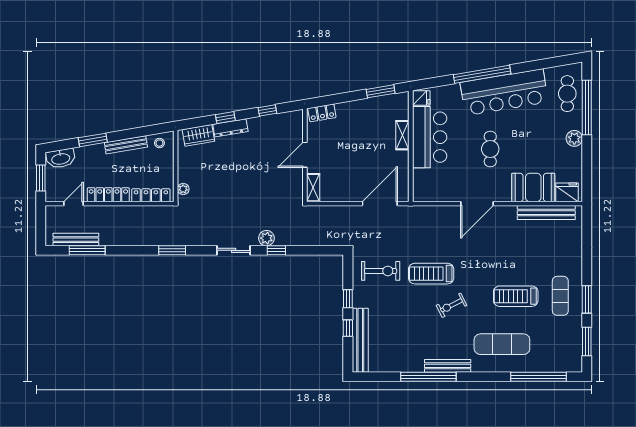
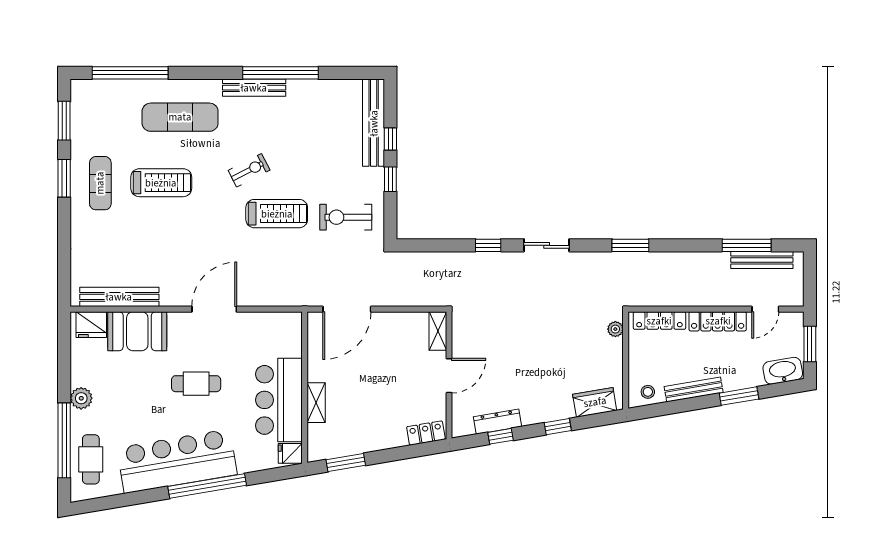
dresser: (230, 128) -> (497, 422), moved
cafe table: (490, 149) -> (196, 384), turned 90
plant: (266, 238) -> (502, 262), removed

